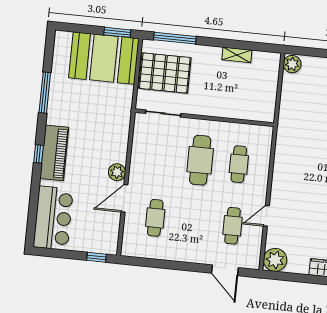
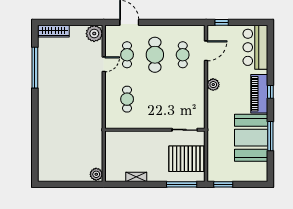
booth: (104, 58) -> (251, 138), moved, turned 90
cafe table: (200, 160) -> (155, 55), moved
door: (124, 198) -> (206, 51), moved

